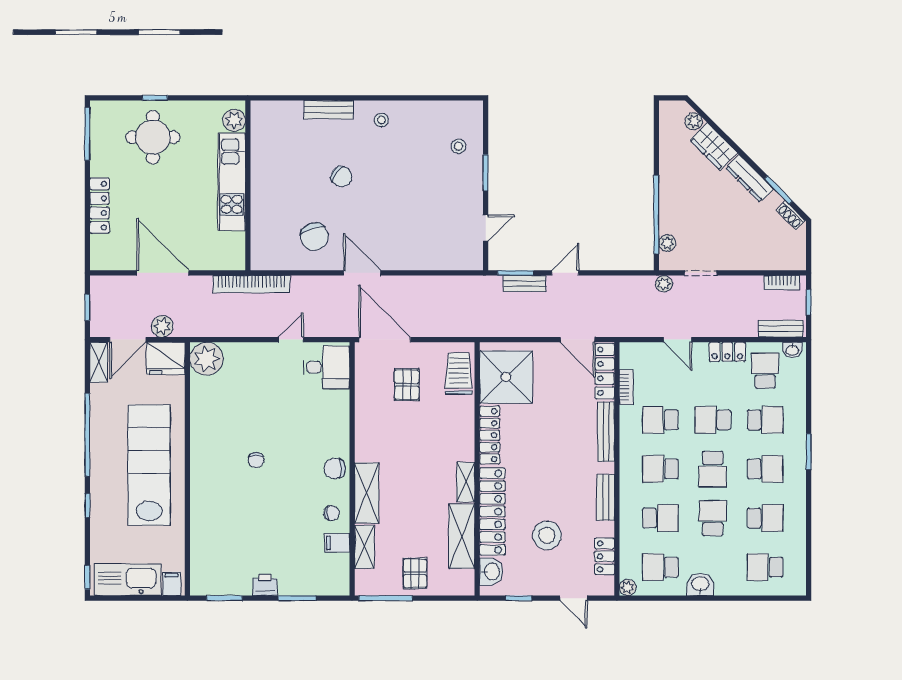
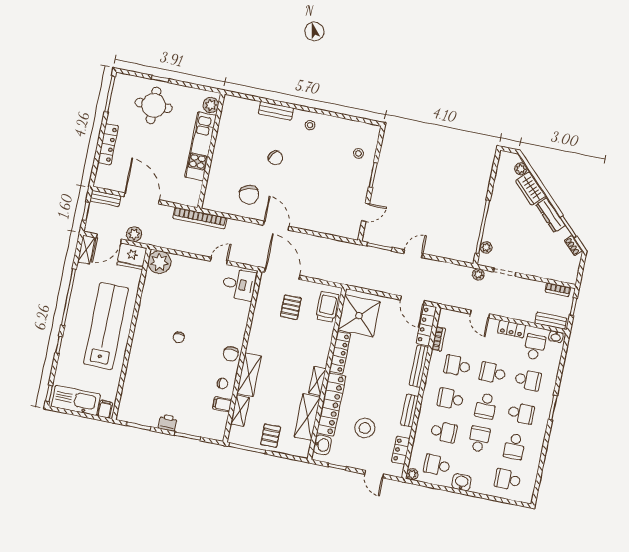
bench: (524, 284) -> (105, 198), moved
chair: (335, 469) -> (231, 354), turned -90
school desk: (765, 518) -> (514, 446), turned 90

